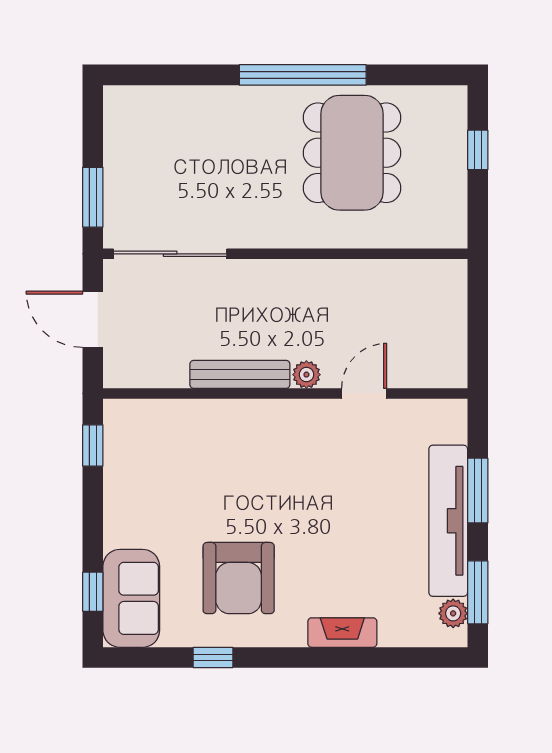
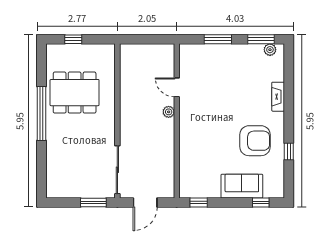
bench: (240, 374) -> (169, 140), removed
tv unit: (448, 521) -> (231, 52), removed
sofa: (131, 598) -> (242, 186), moved

